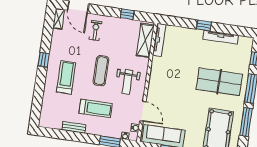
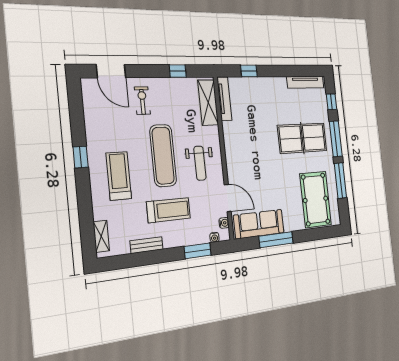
shelving: (59, 19) -> (101, 236), moved
window: (204, 26) -> (249, 71), moved
tv unit: (221, 37) -> (305, 82), moved
exercise mat: (101, 71) -> (163, 156), width x1.36, depth x1.45

